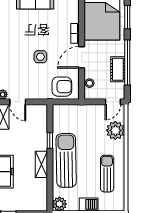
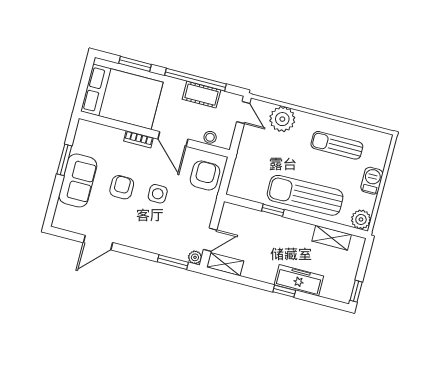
armchair: (38, 30) -> (122, 187), added
shelving: (41, 164) -> (332, 238), moved

